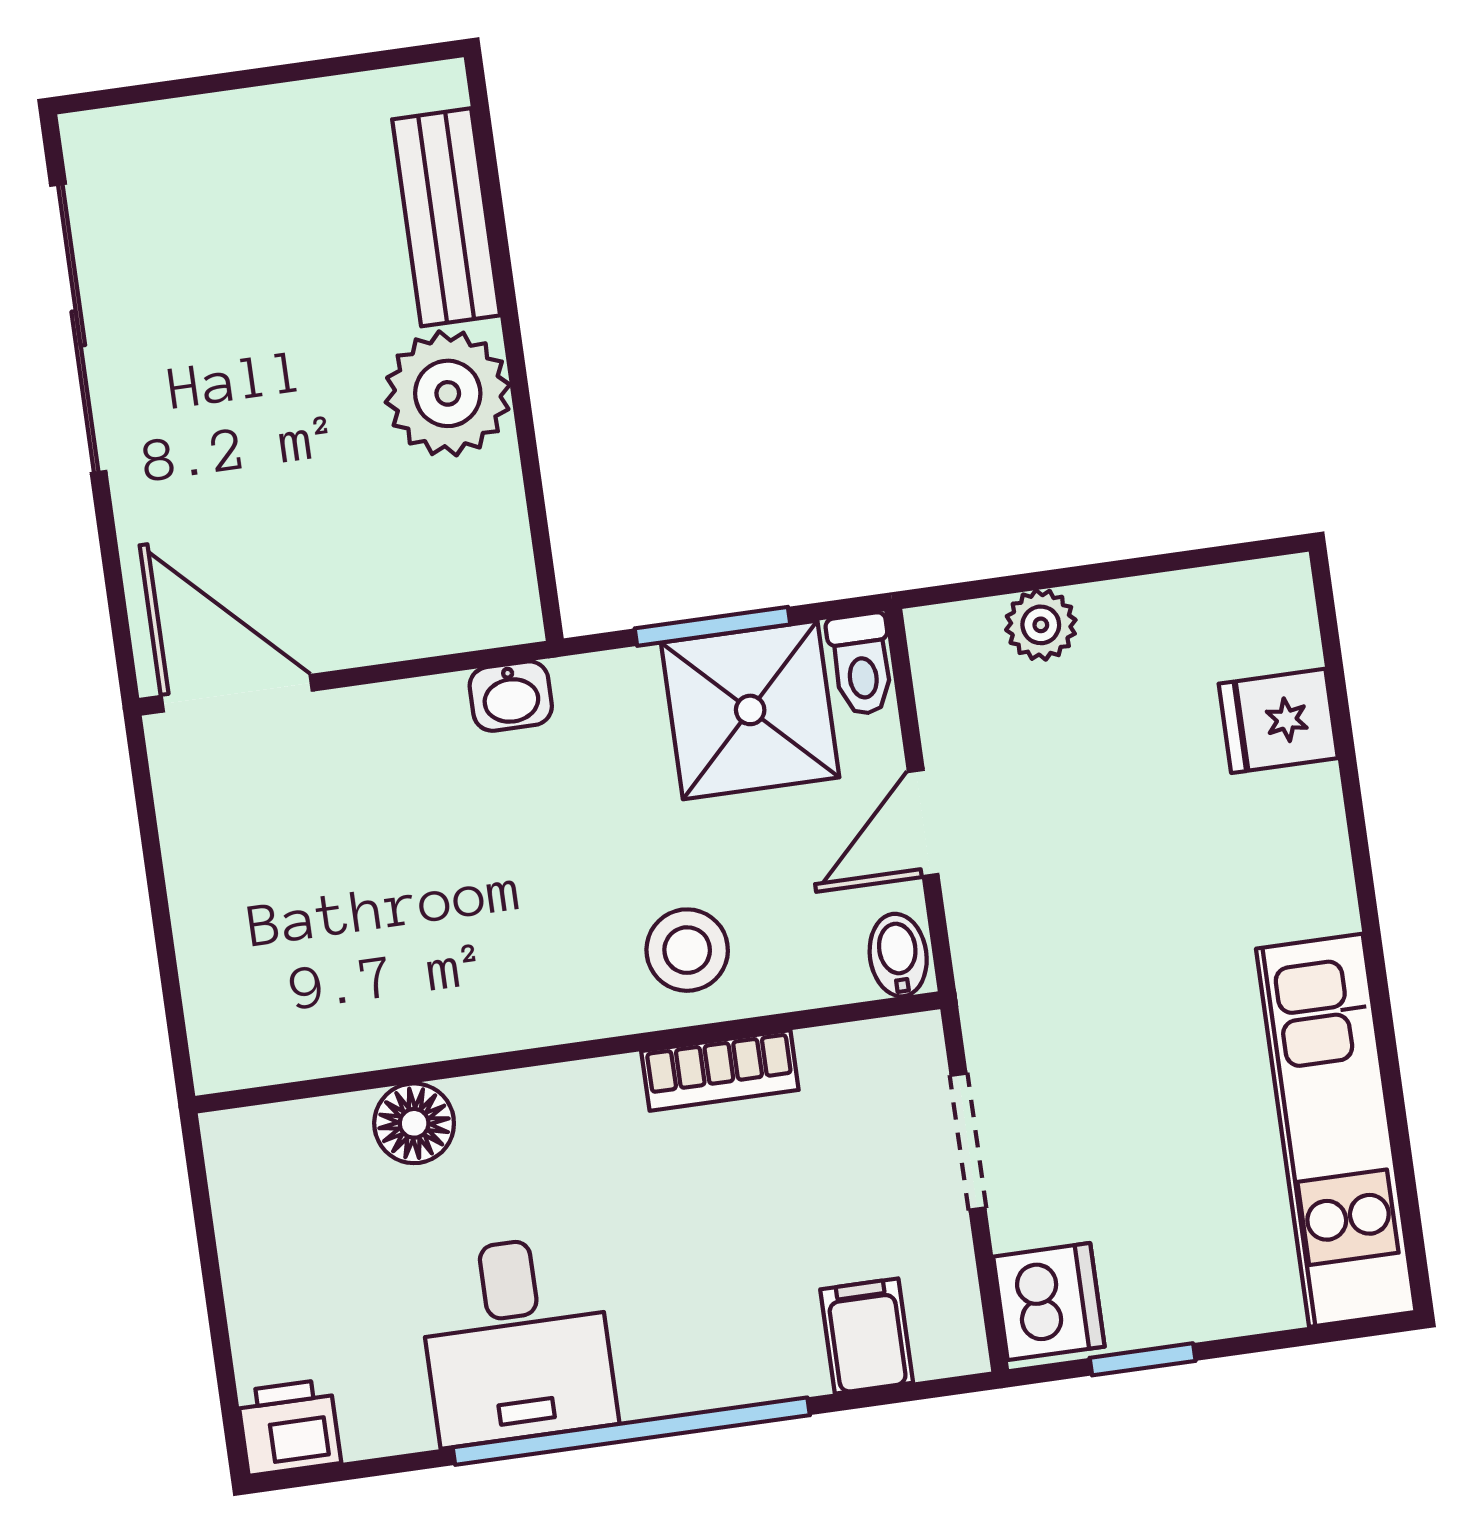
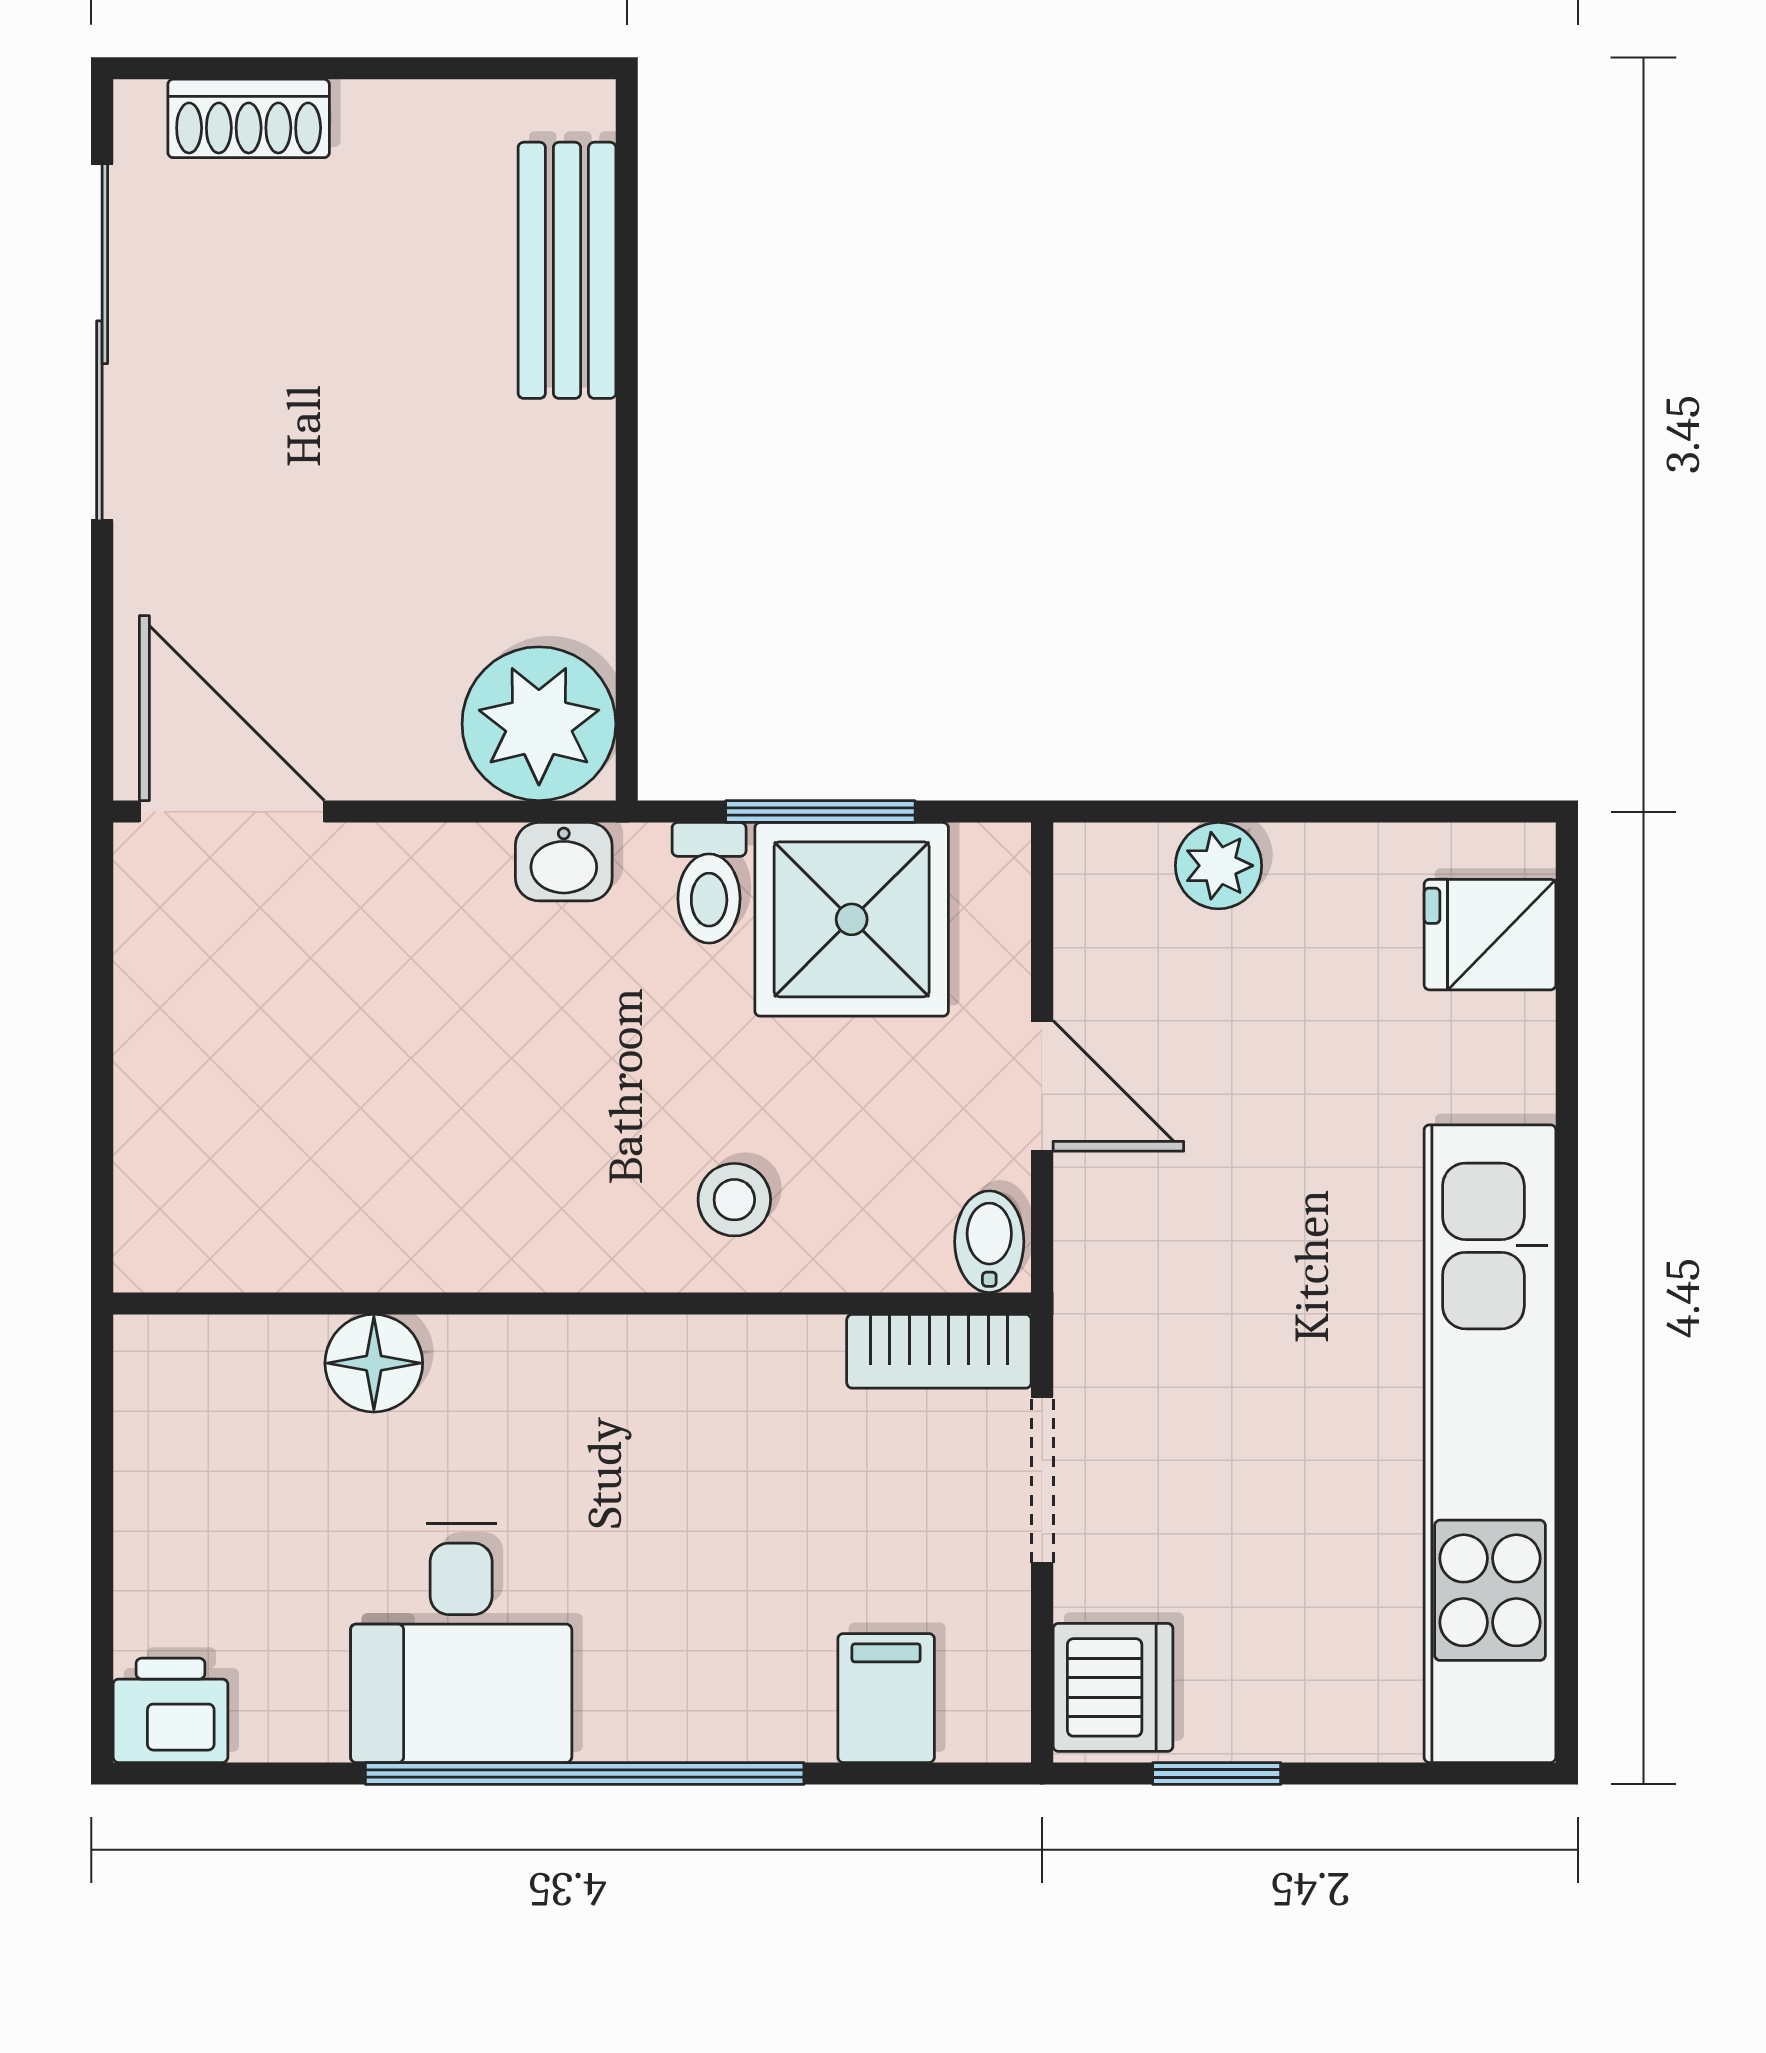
shoe rack: (171, 131) -> (249, 118), added
plant: (448, 393) -> (539, 724), moved
toilet: (861, 664) -> (709, 883), moved
fridge: (1278, 721) -> (1490, 935), moved
door: (923, 823) -> (1042, 1086), swing flipped
stool: (687, 950) -> (734, 1200), width x0.73, depth x0.73
bookcase: (720, 1071) -> (939, 1351), moved
kitchen unit: (1336, 1130) -> (1490, 1444), width x1.36

